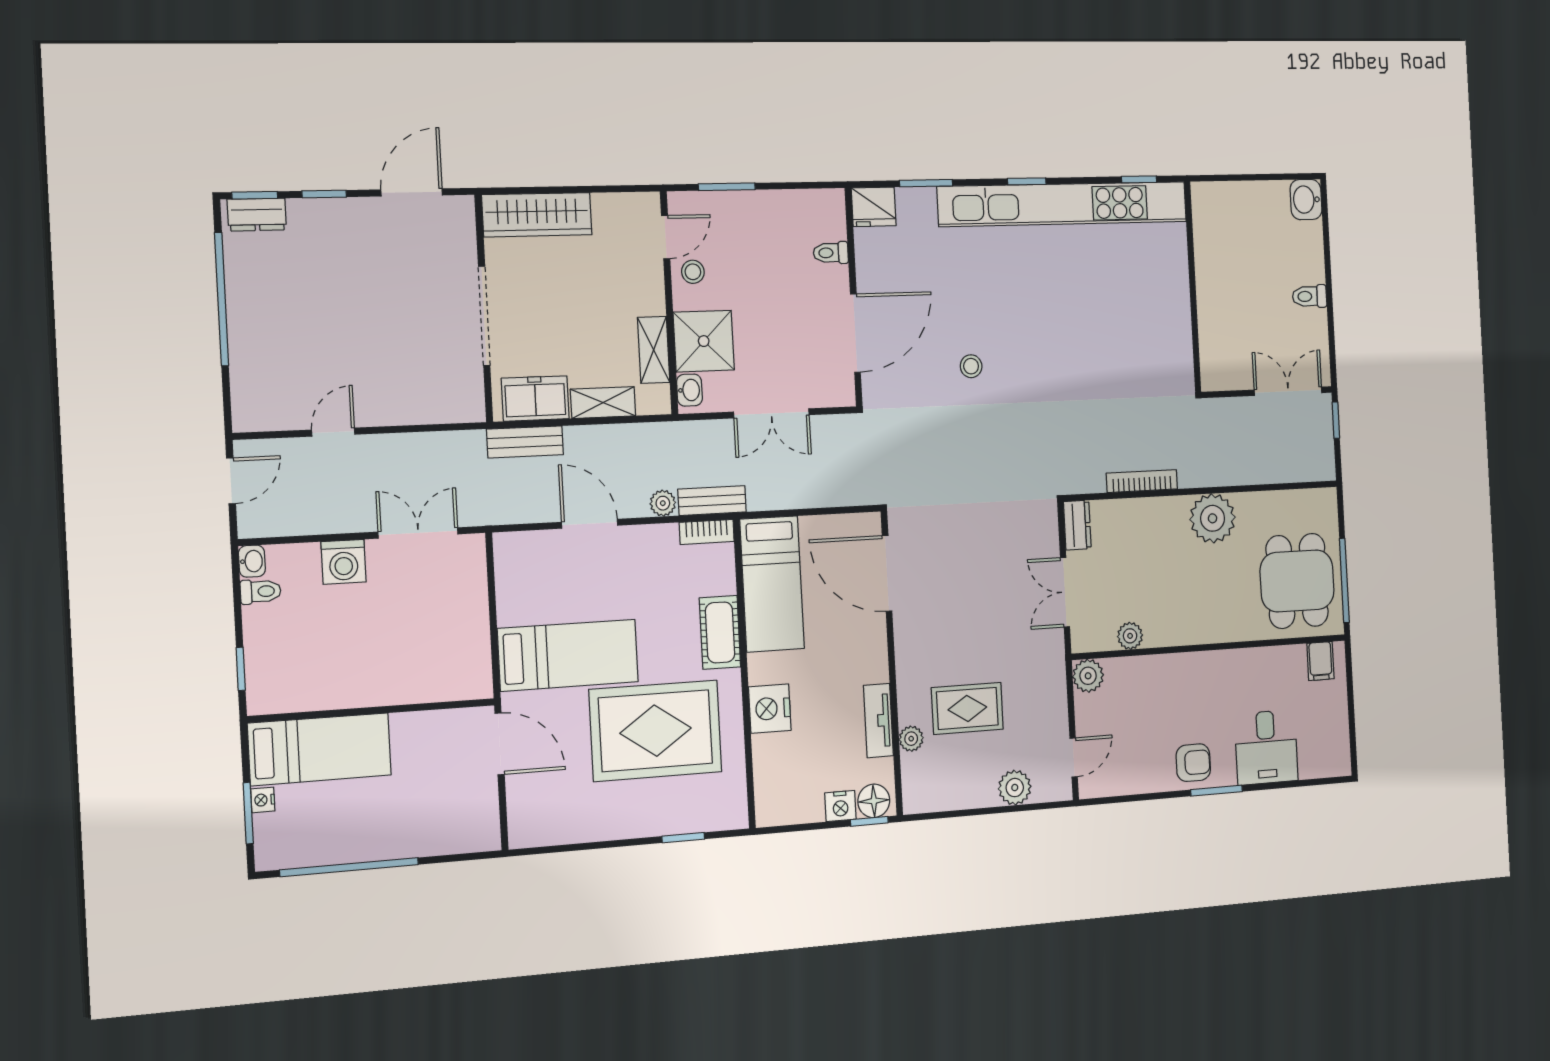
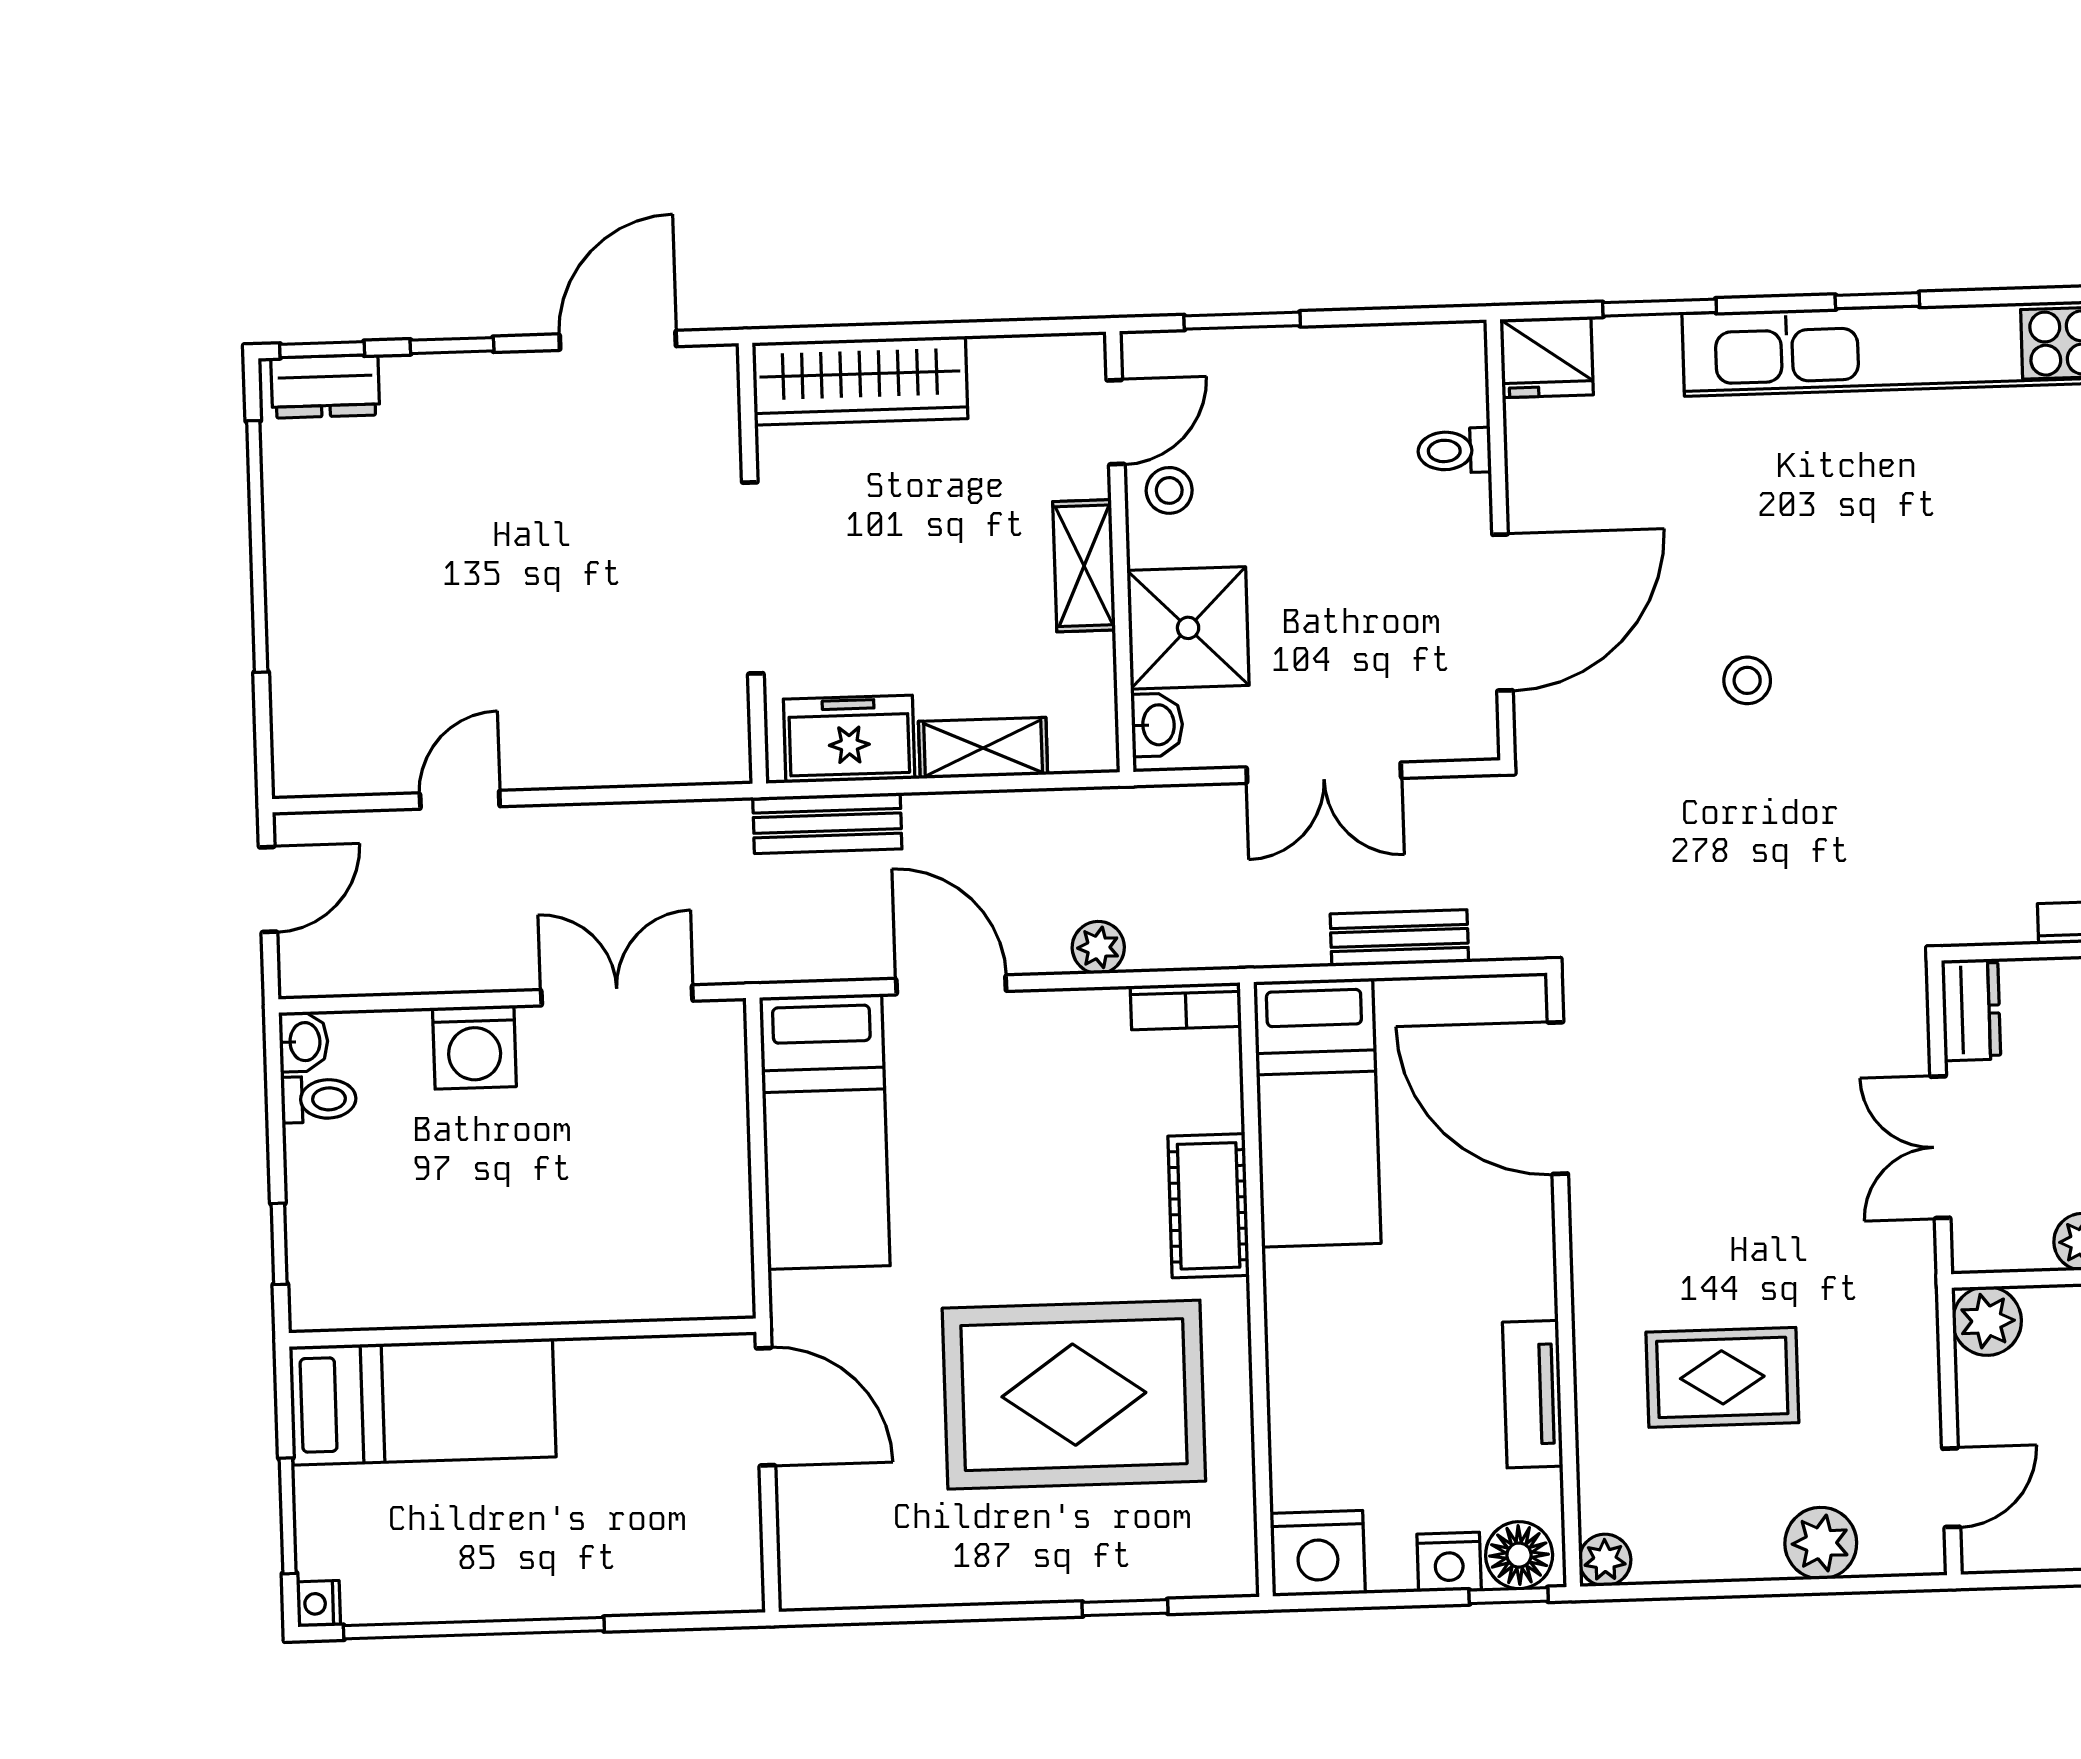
shelving: (654, 350) -> (1084, 566), moved
bench: (712, 501) -> (1399, 938), moved
bed: (568, 655) -> (825, 1132), moved, turned 90
nightstand: (770, 709) -> (1318, 1553), moved, turned -90
plant: (911, 739) -> (1605, 1560), moved
nightstand: (263, 800) -> (318, 1604), moved

